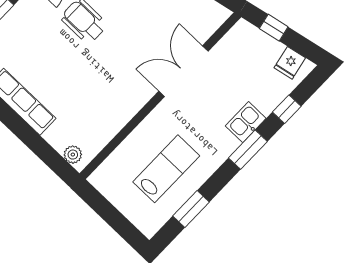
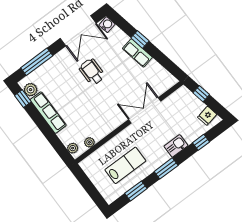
plant: (99, 140) -> (89, 142), added
window: (248, 150) -> (166, 168), moved

